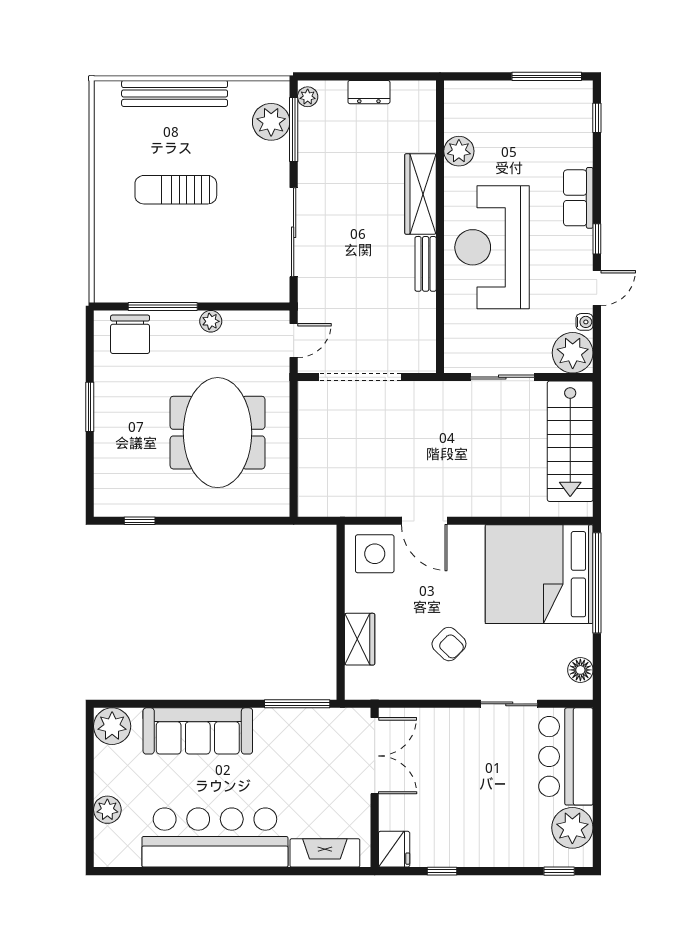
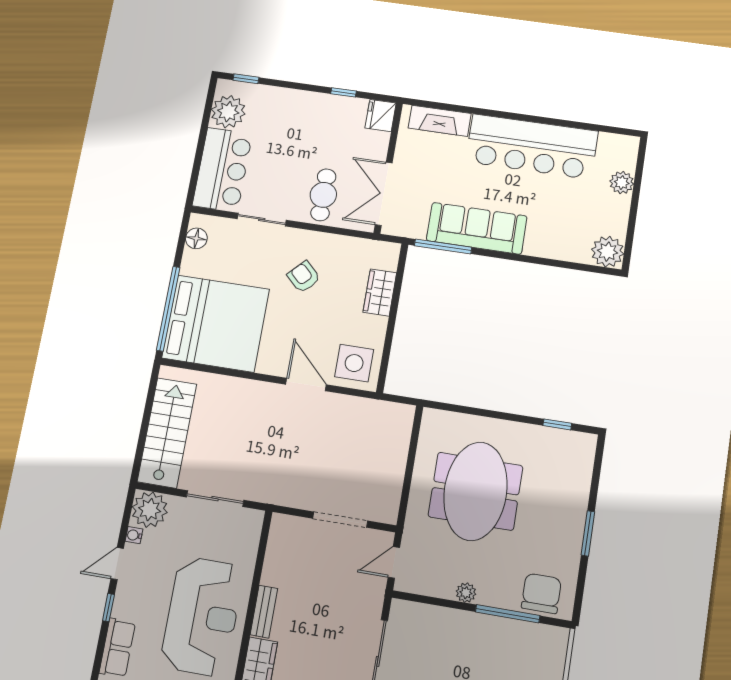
doorway: (360, 377) -> (340, 520), width x0.73
sofa: (198, 731) -> (477, 228), moved
cafe table: (444, 744) -> (323, 195), added

